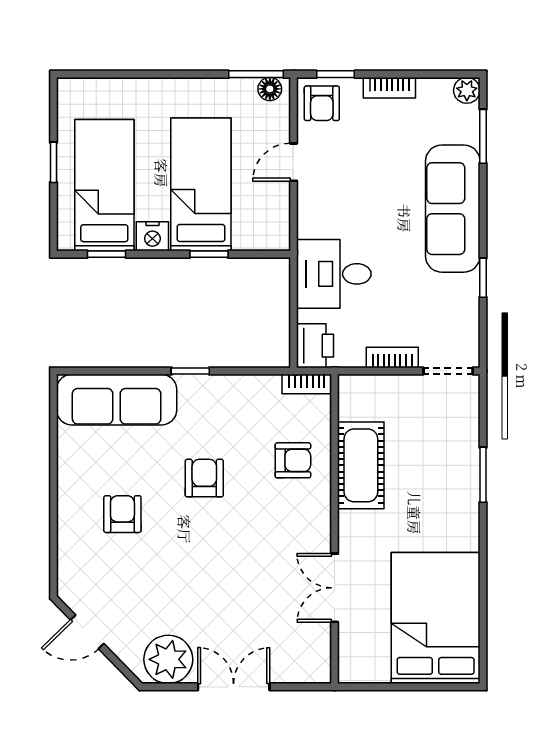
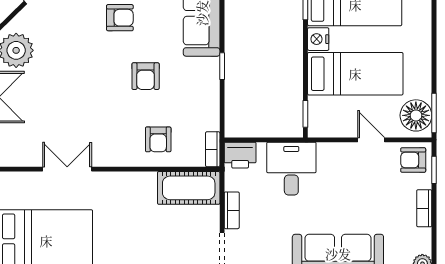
floor lamp: (270, 89) -> (416, 115), width x1.89, depth x1.89
window: (209, 254) -> (305, 114), moved
cot: (361, 465) -> (189, 188), moved
armchair: (204, 478) -> (146, 76), turned 90

